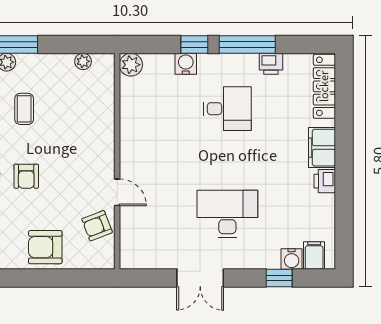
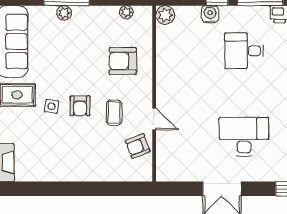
coffee table: (24, 109) -> (114, 113), moved
desk: (227, 109) -> (244, 51), turned 180
armchair: (45, 247) -> (123, 61), moved

